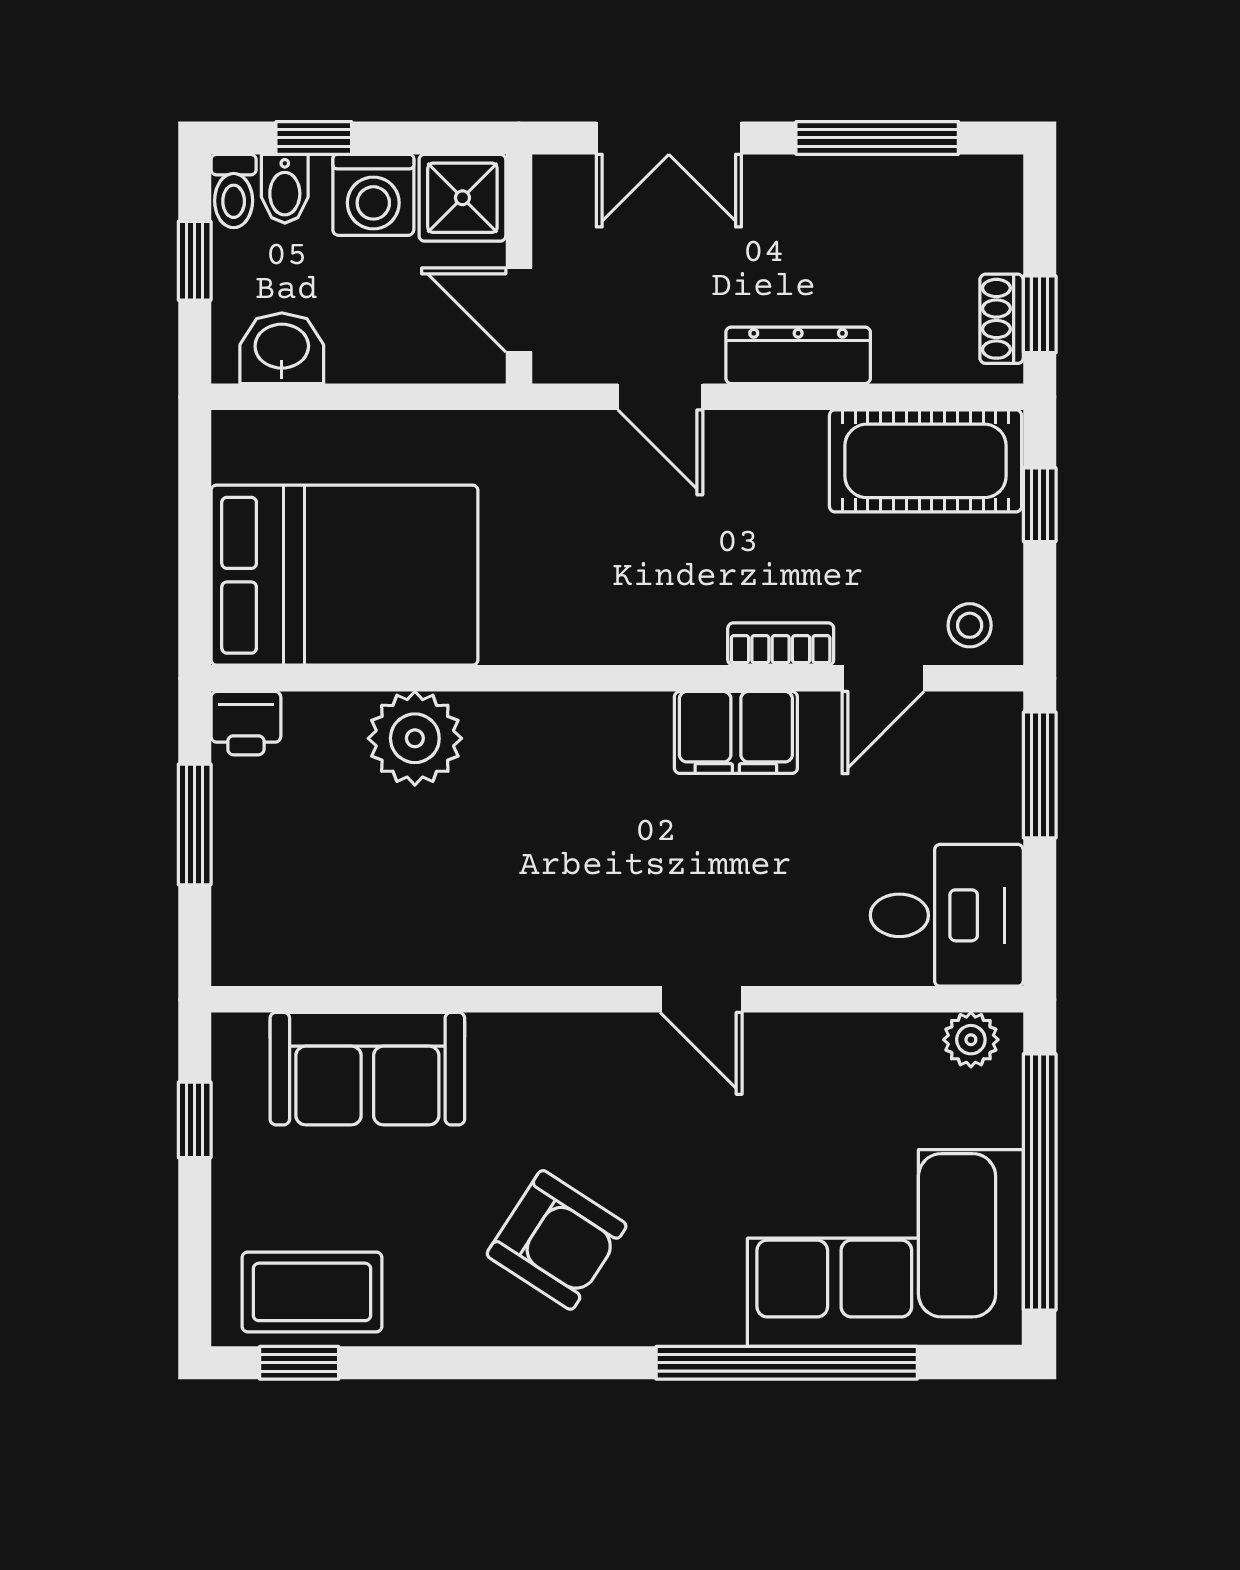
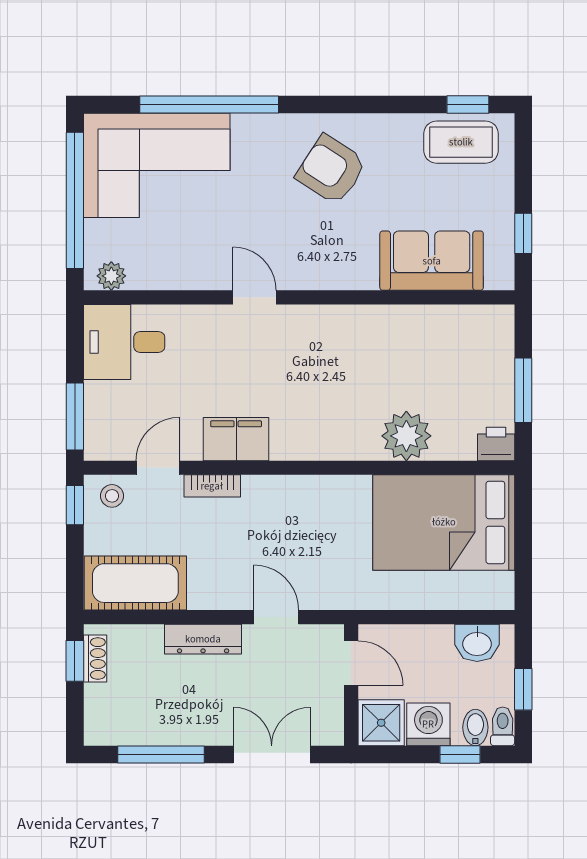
window: (1040, 505) -> (75, 505), moved

